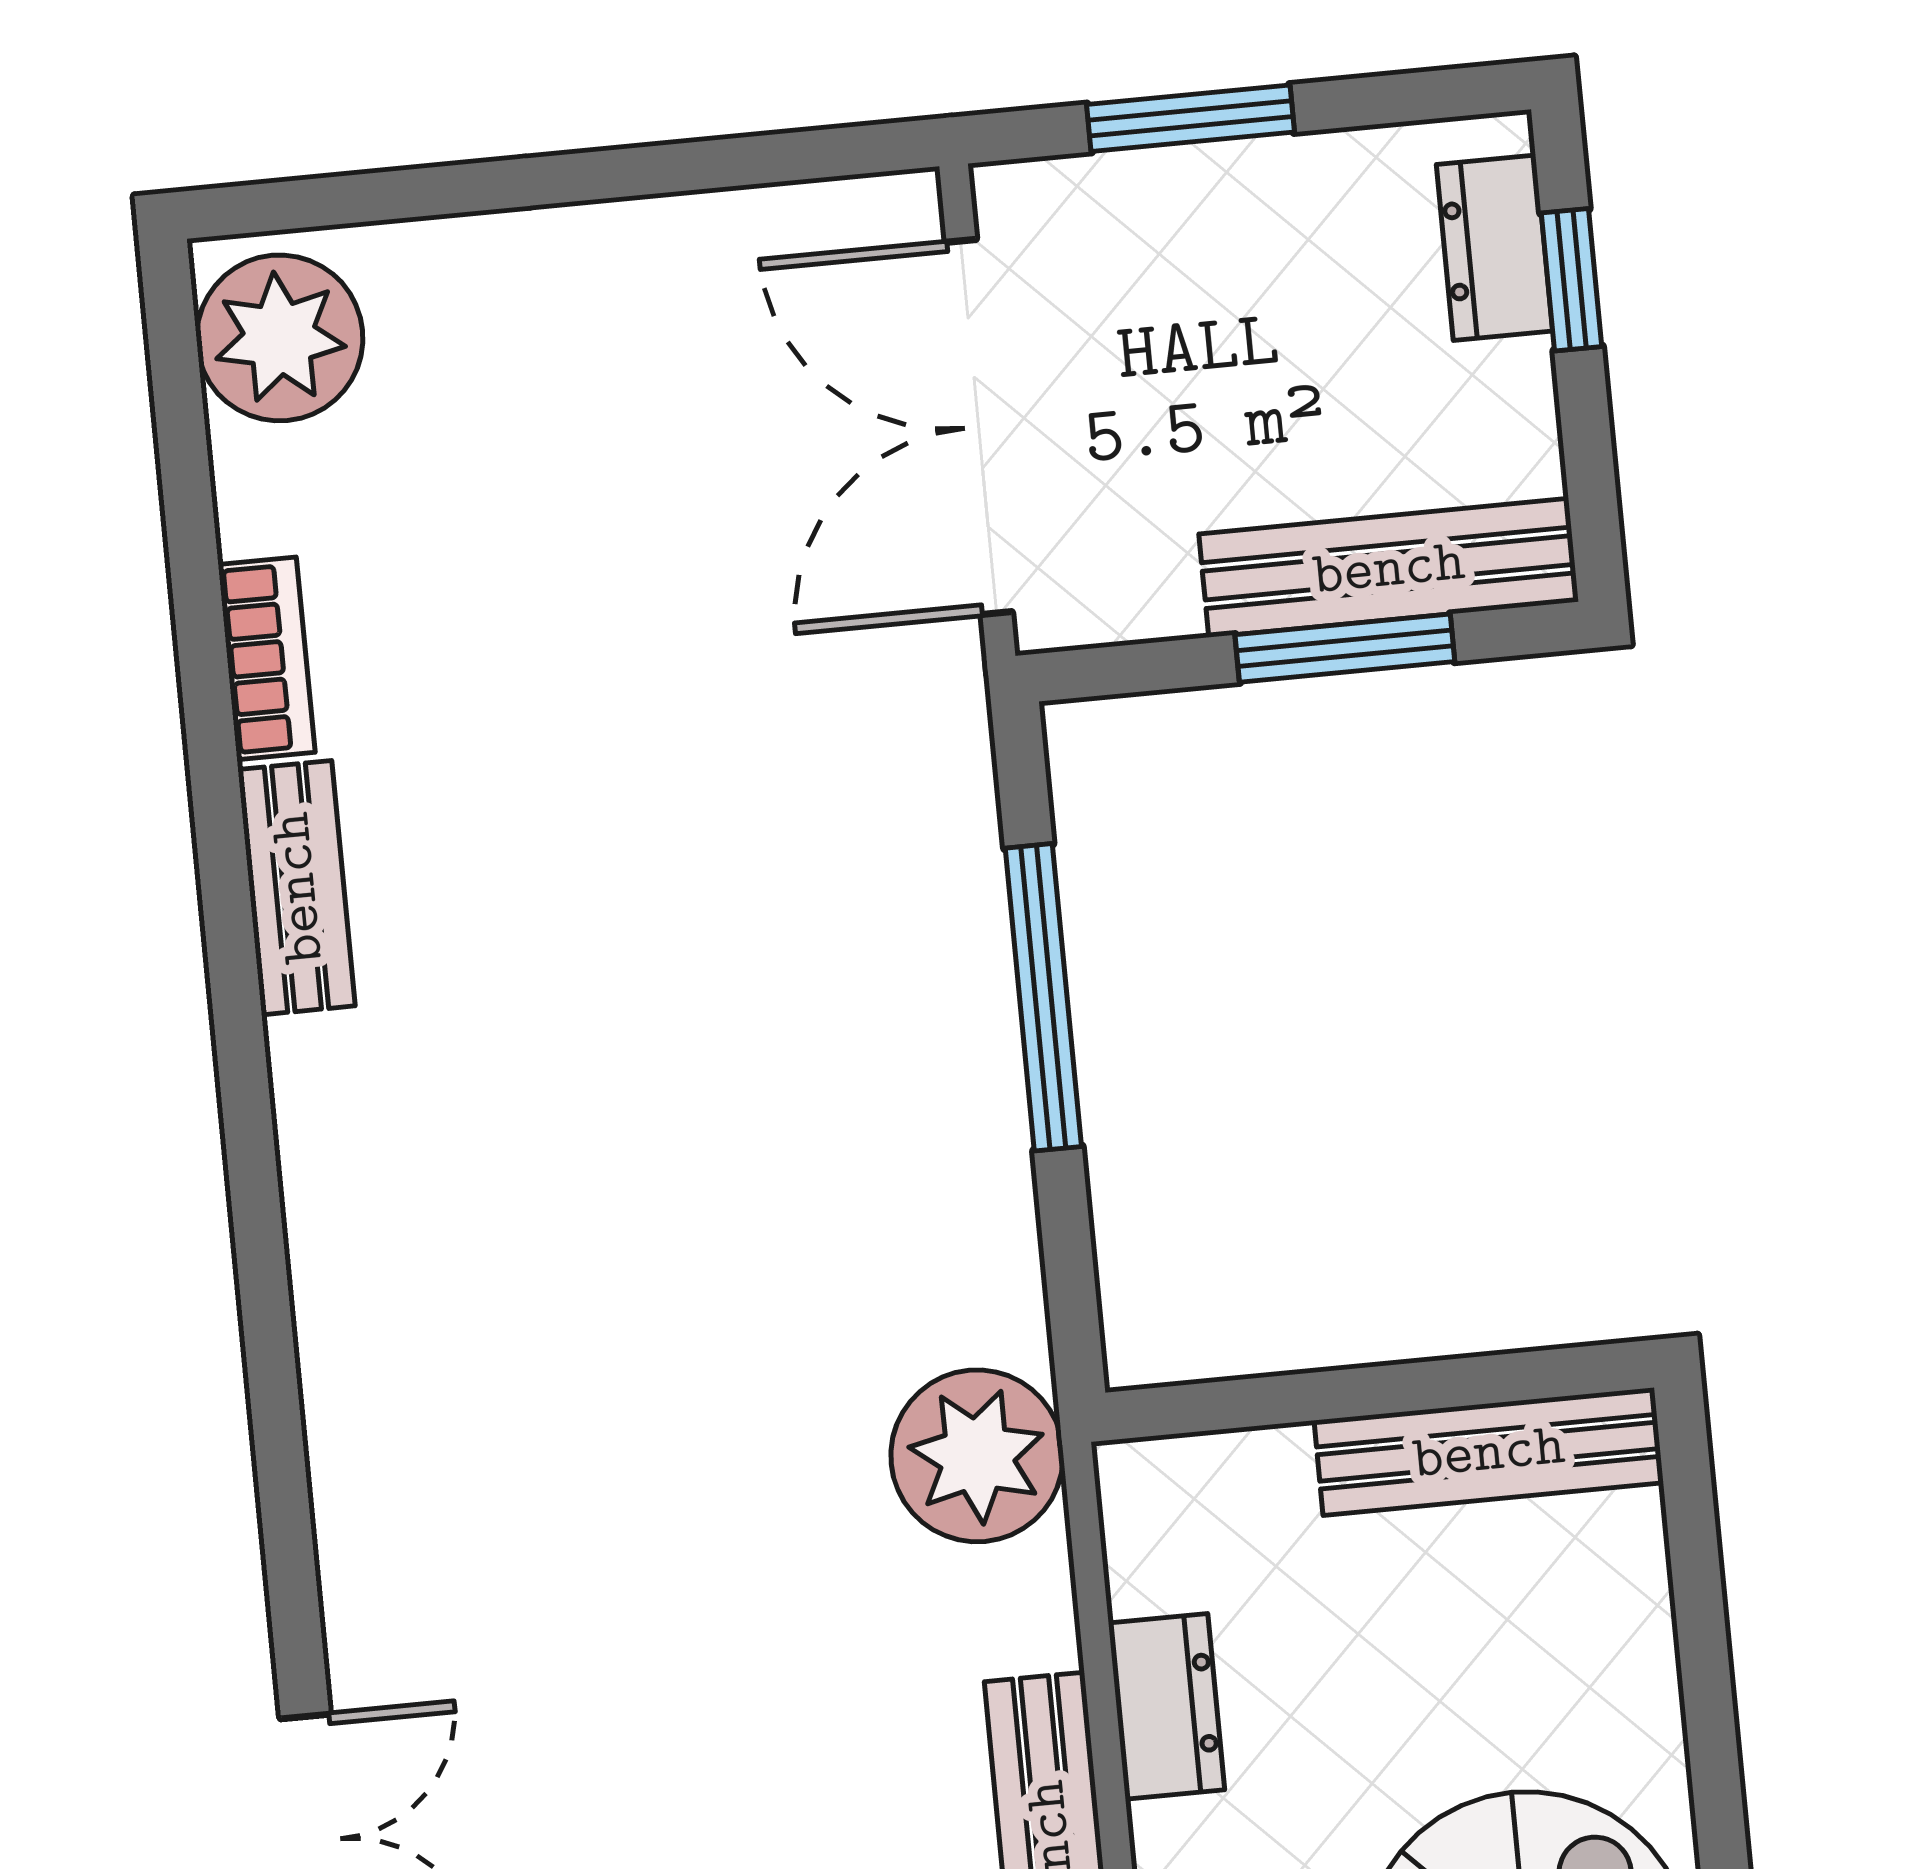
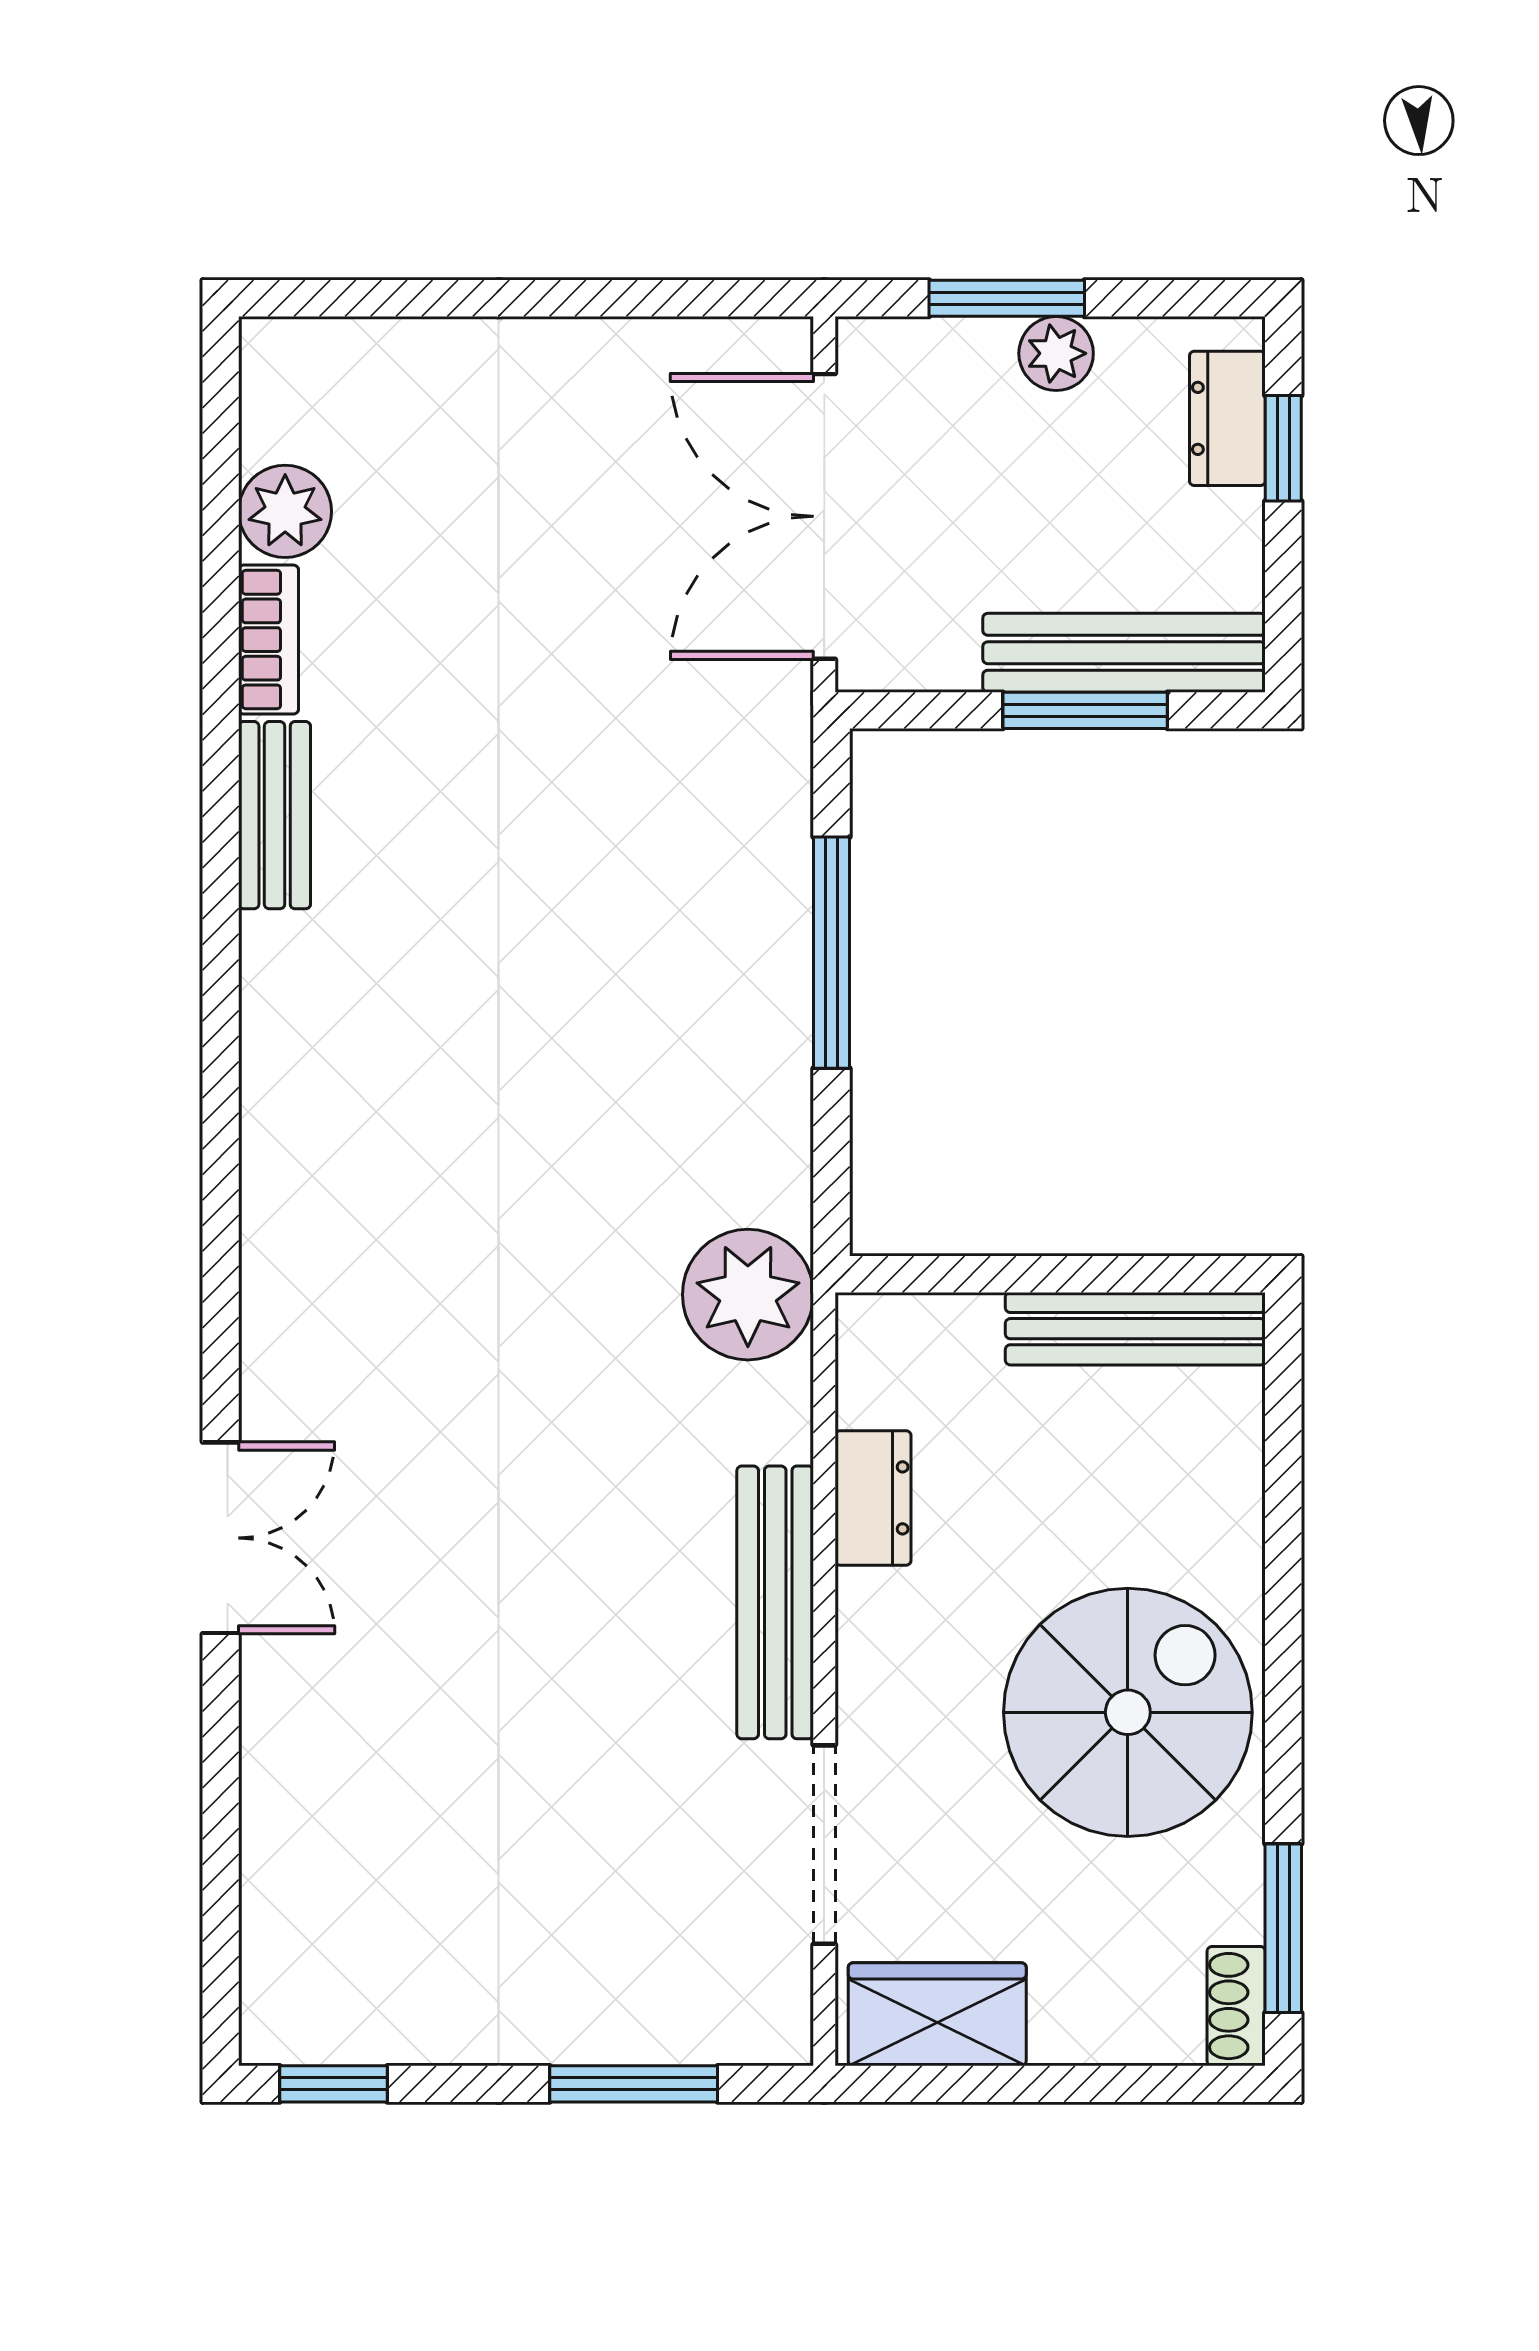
plant: (1262, 184) -> (1056, 353), added
plant: (280, 338) -> (285, 511), moved, width x0.73, depth x0.73

